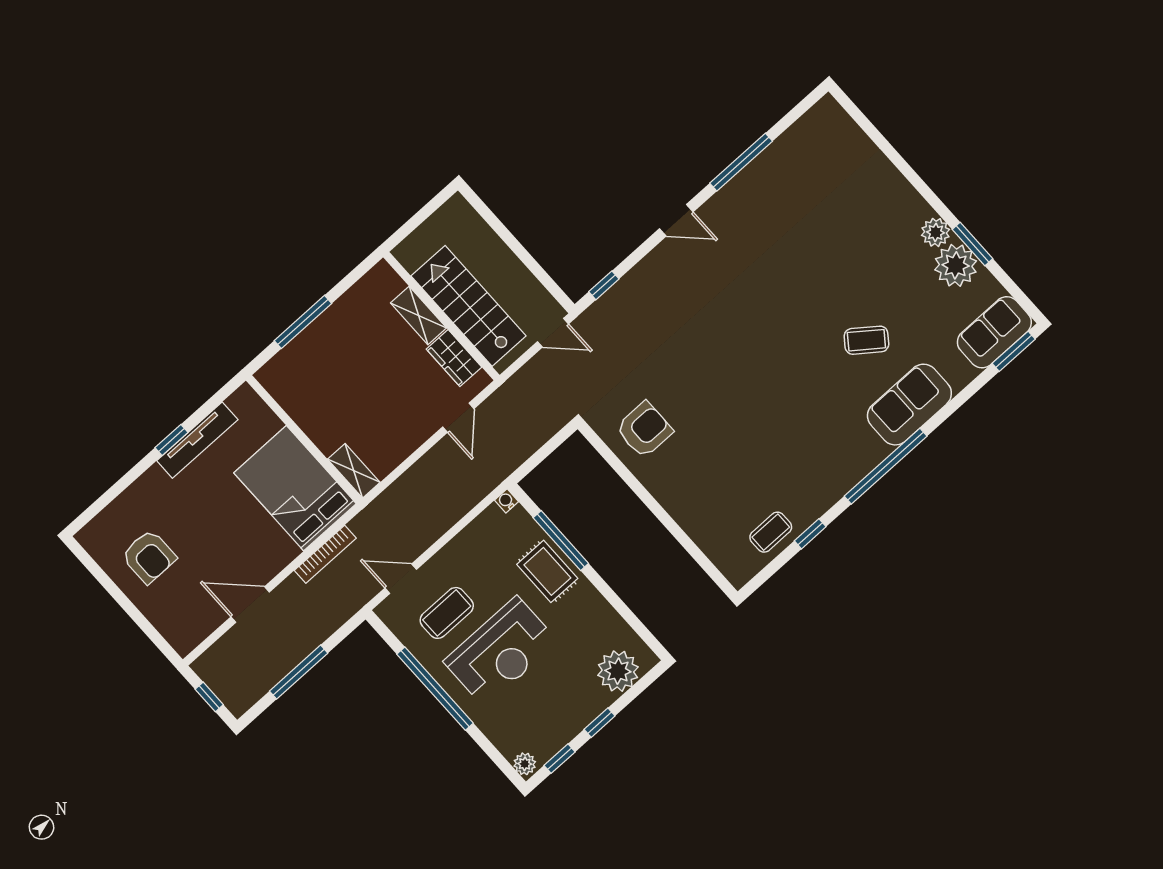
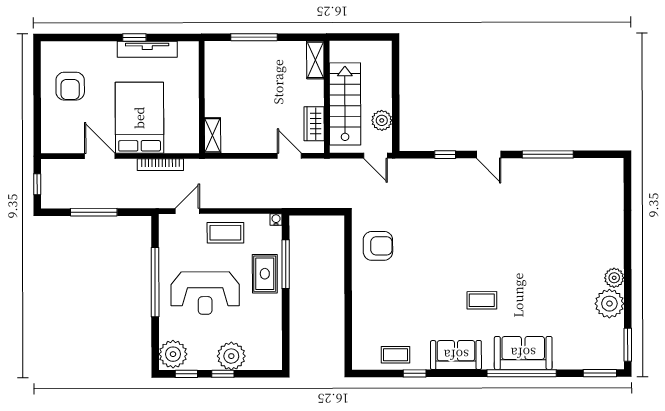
window: (973, 244) -> (628, 345), moved
window: (604, 285) -> (445, 155), moved
plant: (525, 288) -> (382, 120), added
shelving: (418, 315) -> (315, 60), moved
sofa: (994, 332) -> (456, 355), moved
coffee table: (866, 340) -> (482, 300), moved, turned -37
door: (458, 418) -> (289, 156), swing flipped
window: (886, 466) -> (522, 373), moved
bed: (295, 488) -> (139, 118), moved
door: (401, 579) -> (187, 211), hinge flipped
coffee table: (447, 613) -> (225, 233), moved
plant: (618, 671) -> (231, 356), moved
plant: (525, 764) -> (173, 354), width x1.87, depth x1.87

